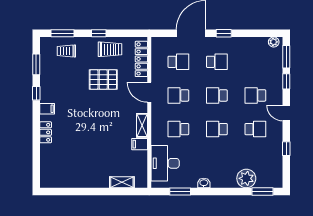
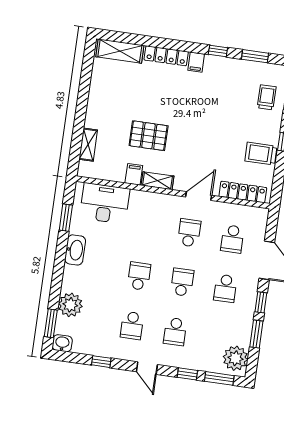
window: (248, 33) -> (256, 334), added
plant: (274, 42) -> (235, 358), width x1.88, depth x1.88
trolley: (110, 49) -> (261, 154), turned 90
pallet: (103, 79) -> (149, 136), moved, turned 90
school desk: (255, 95) -> (175, 332), turned 180
door: (286, 113) -> (147, 368), swing flipped
school desk: (178, 129) -> (146, 227), removed
locker: (46, 132) -> (166, 56), width x1.53
shelving: (47, 168) -> (120, 51), added
washbasin: (276, 180) -> (62, 343), added
washbasin: (204, 183) -> (75, 250), width x1.91, depth x1.45

